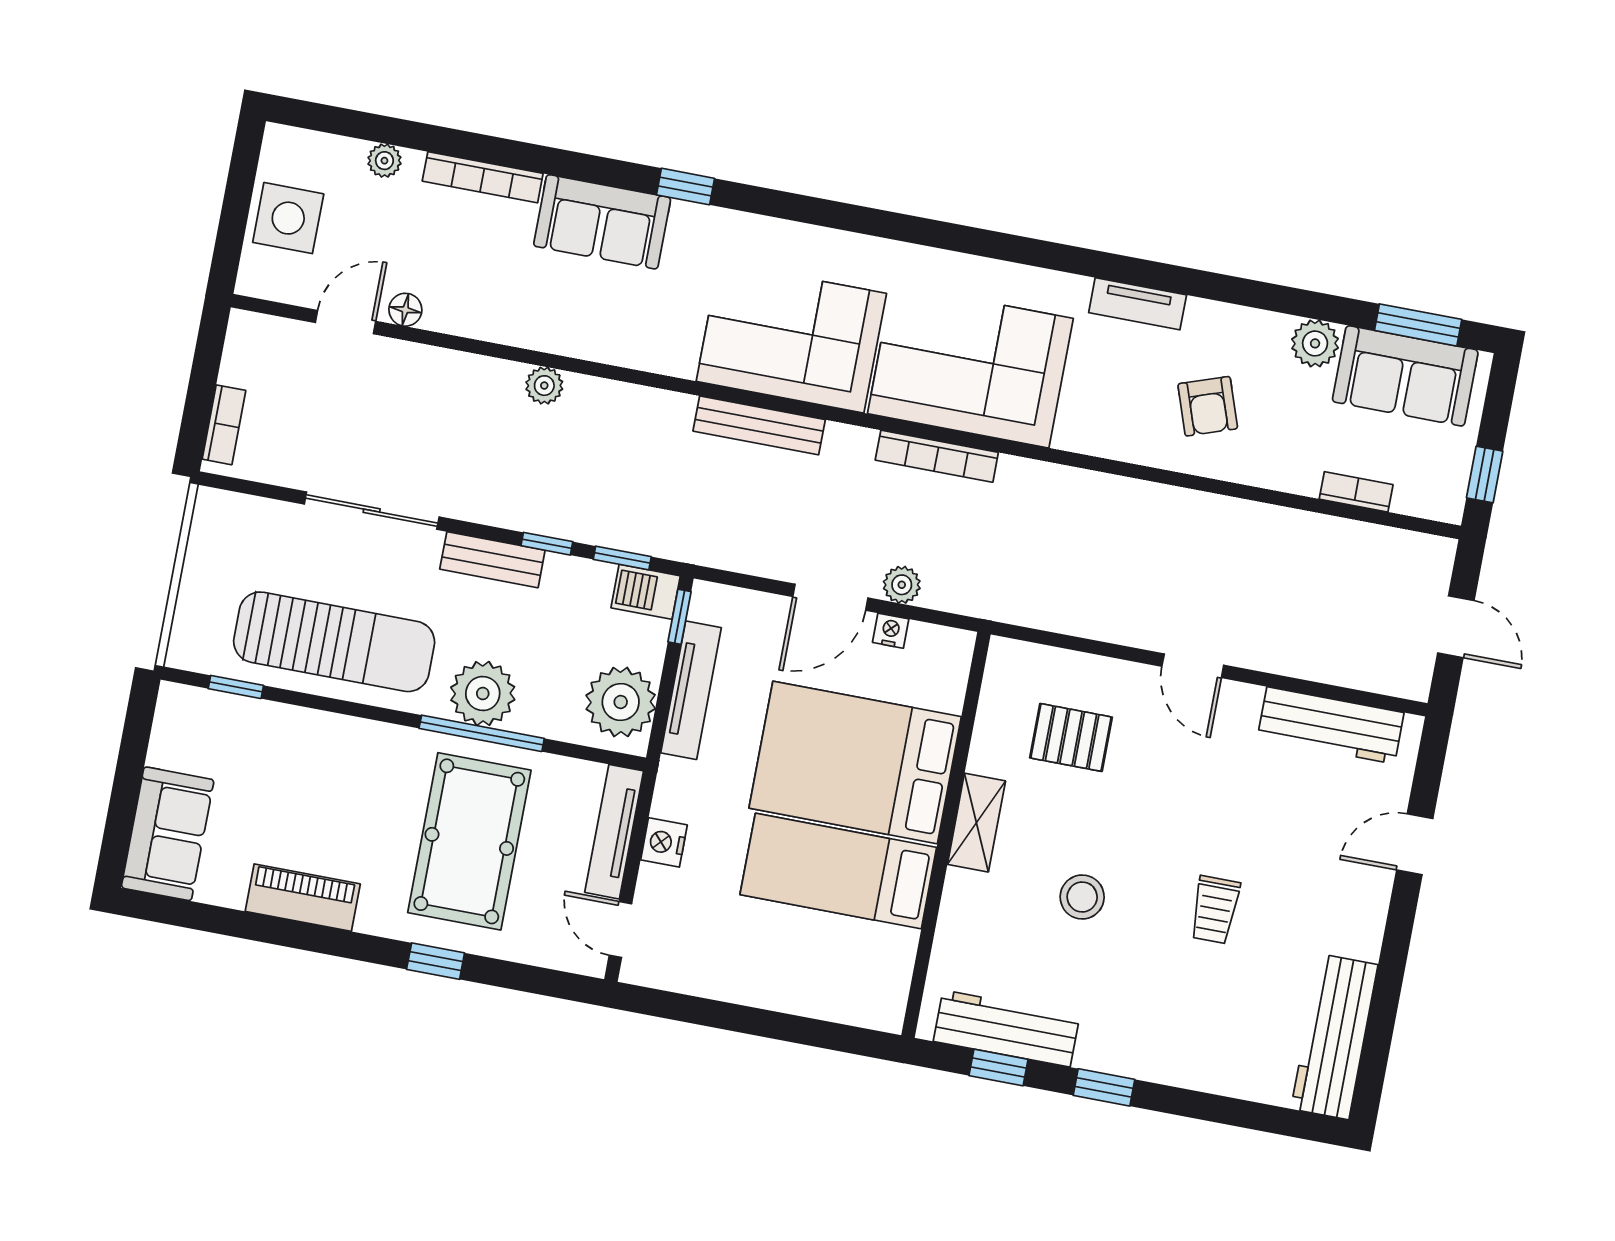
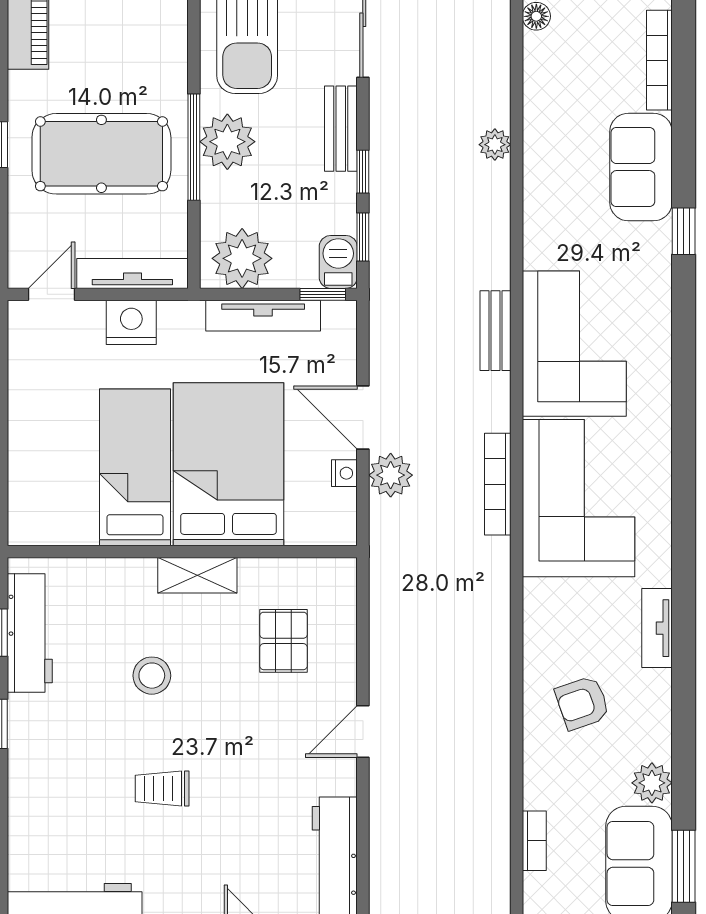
bench: (759, 425) -> (495, 331), width x0.73
plant: (902, 585) -> (391, 475), width x1.38, depth x1.38
nightstand: (664, 842) -> (131, 322), width x1.36, depth x1.33

